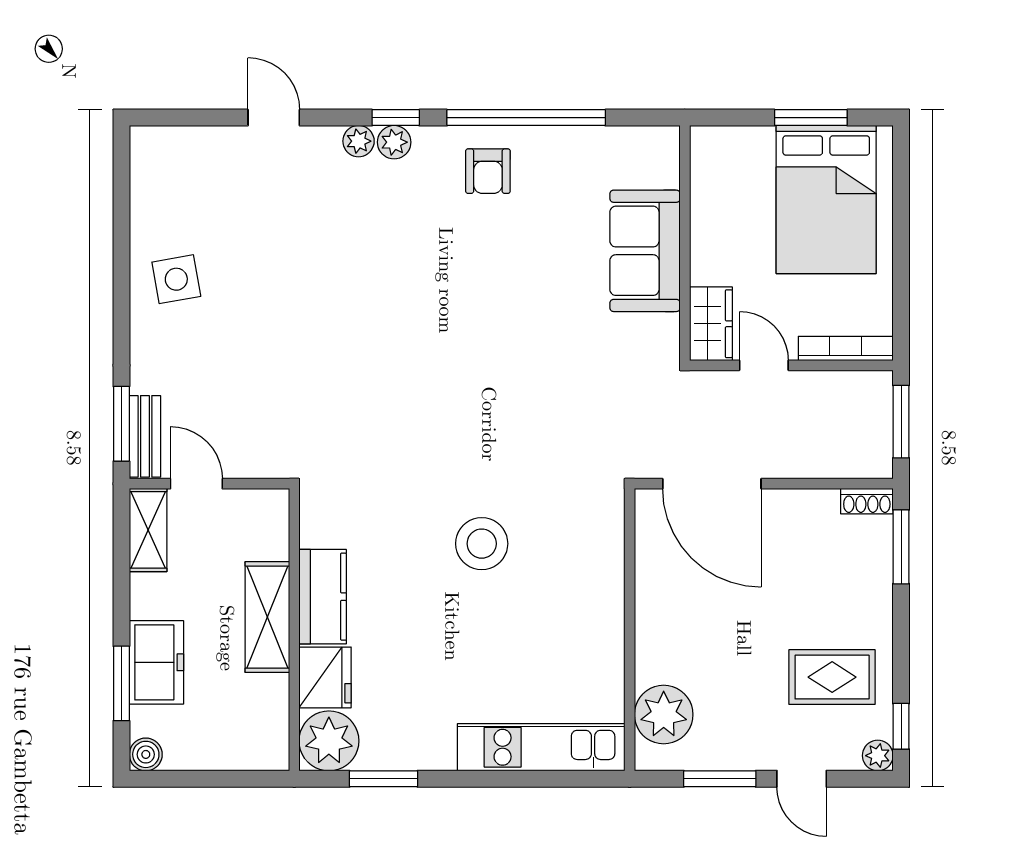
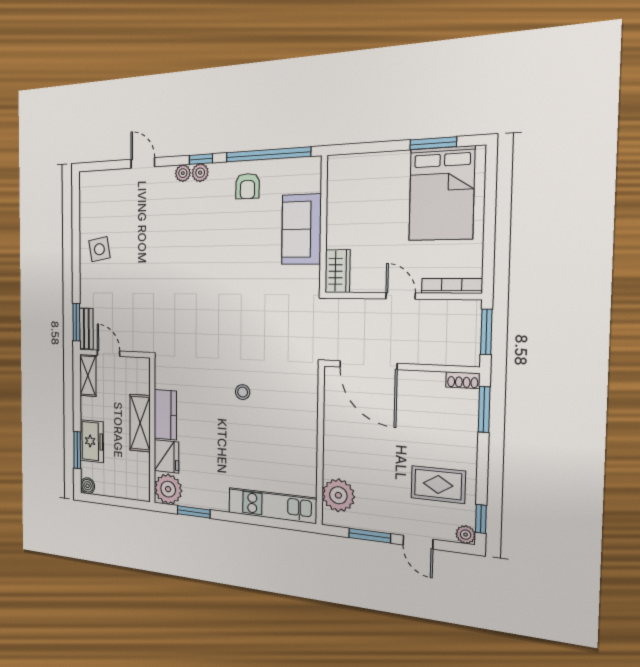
wall: (685, 243) -> (323, 224), moved
sofa: (645, 251) -> (301, 229), moved
wardrobe: (711, 324) -> (337, 271), moved
stool: (482, 544) -> (243, 392), width x0.53, depth x0.53

